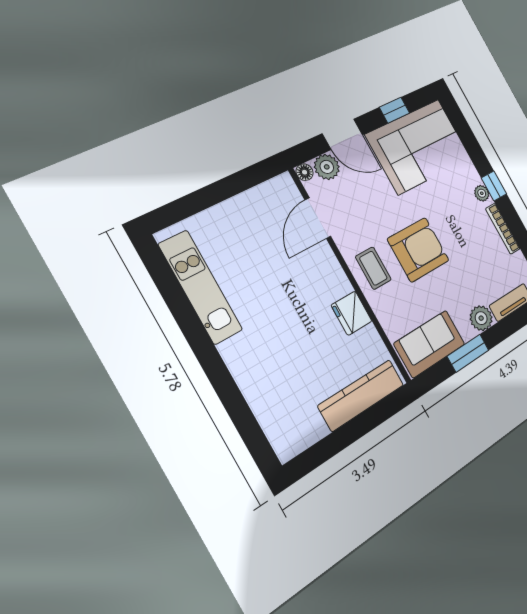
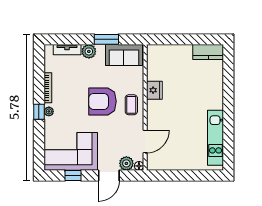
door: (342, 134) -> (109, 176), swing flipped
kitchen counter: (361, 395) -> (208, 52), moved, width x0.67

